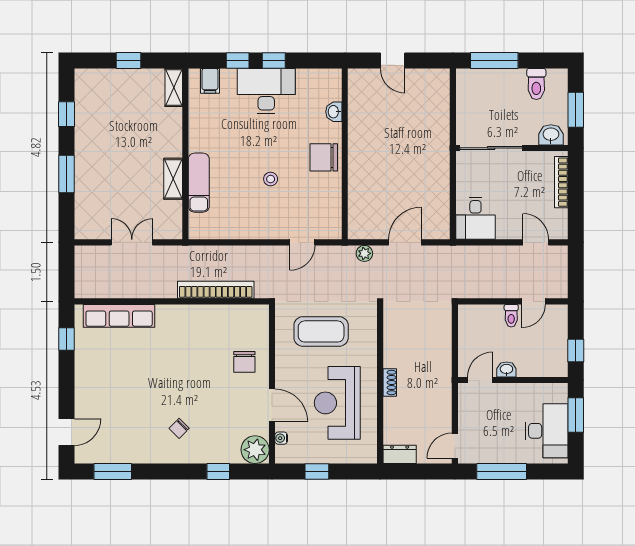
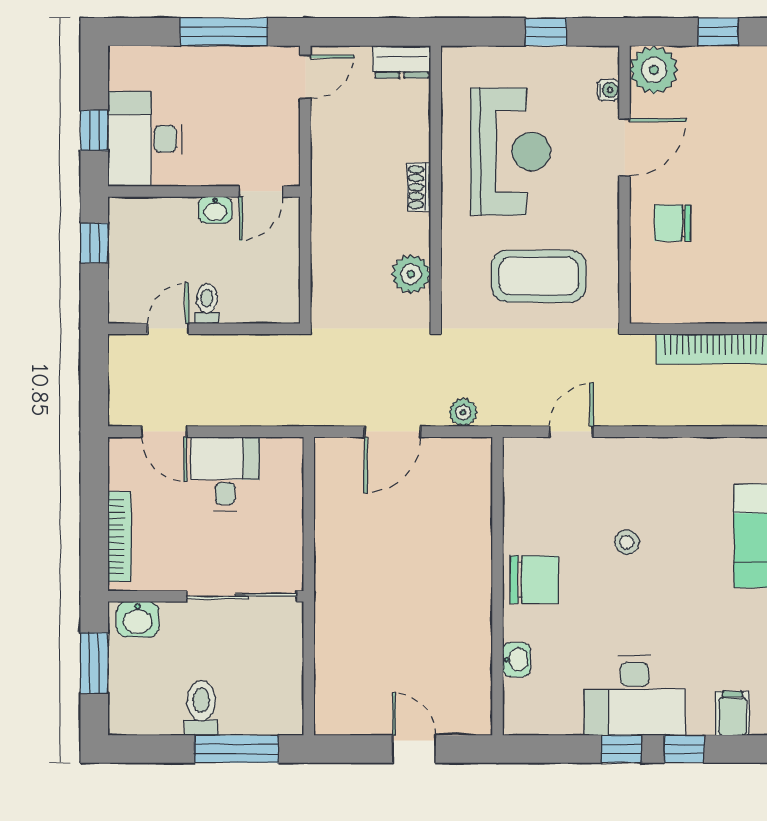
toilet: (536, 84) -> (201, 708), moved
desk: (475, 218) -> (225, 474), moved
plant: (394, 333) -> (411, 274), added
chair: (244, 362) -> (673, 223), turned -90
door: (272, 405) -> (624, 147), swing flipped
window: (576, 415) -> (94, 130), width x0.67
desk: (547, 431) -> (145, 139), moved

